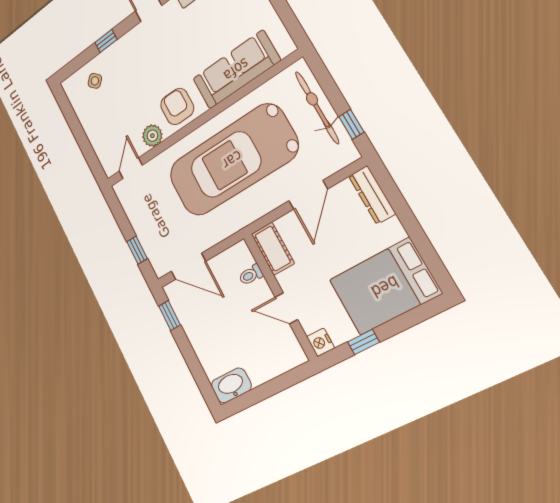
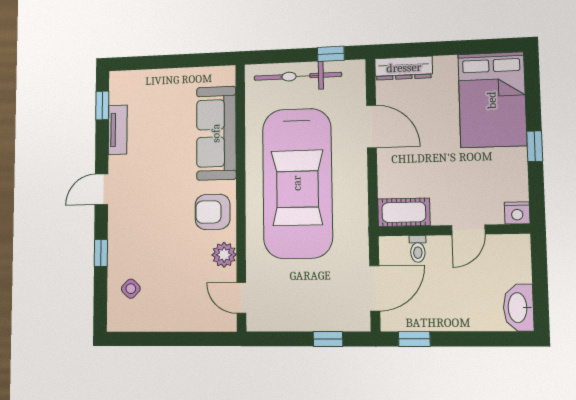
cot: (273, 249) -> (404, 212), moved
toilet: (251, 275) -> (418, 249), moved
wall: (280, 296) -> (453, 230), moved
door: (286, 308) -> (468, 230), moved
nightstand: (321, 342) -> (517, 213), moved

